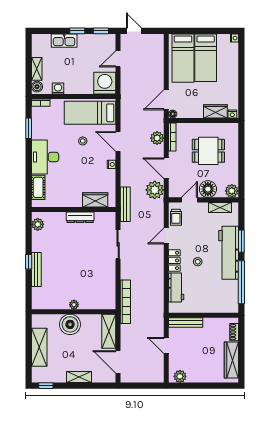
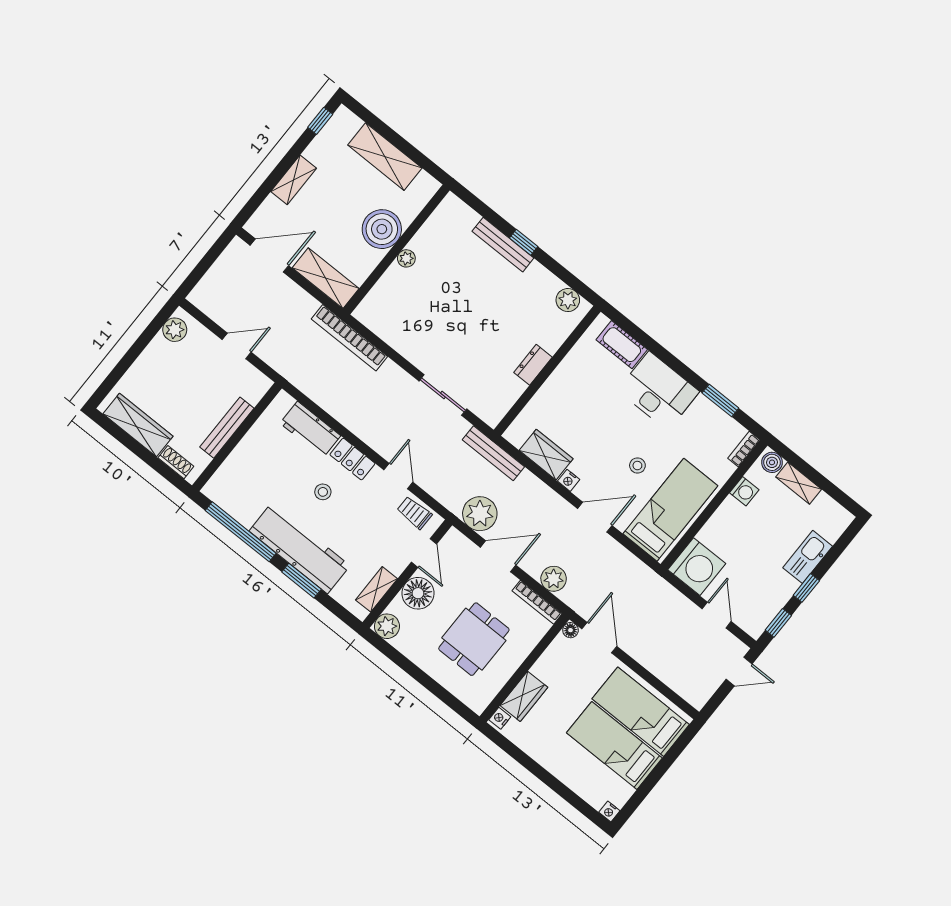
wardrobe: (95, 200) -> (546, 455), moved, turned -90
dresser: (80, 217) -> (533, 365), width x0.70
bench: (186, 322) -> (227, 428), moved

